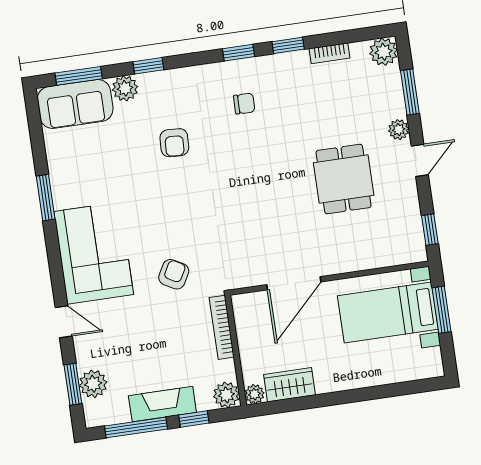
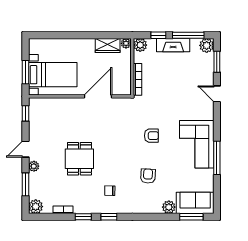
window: (148, 66) -> (155, 217), removed
dining table: (344, 179) -> (79, 159), moved
window: (46, 198) -> (217, 158), width x1.44
corner sofa: (94, 253) -> (197, 144), moved
armchair: (174, 274) -> (151, 136), moved, turned -119
plant: (93, 384) -> (207, 45), moved

